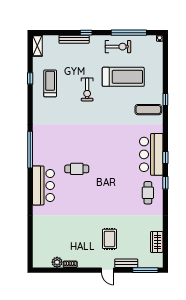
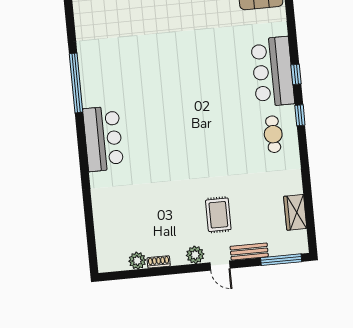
cafe table: (77, 169) -> (155, 107), removed
plant: (93, 262) -> (195, 255), added

